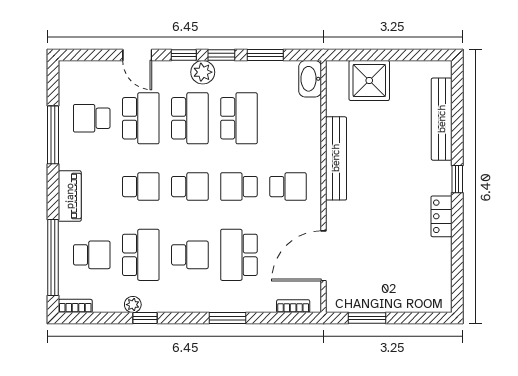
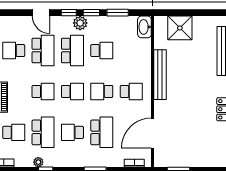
school desk: (239, 118) -> (102, 51), width x0.54
school desk: (190, 255) -> (72, 132), turned 180
school desk: (239, 255) -> (102, 132), turned 180

